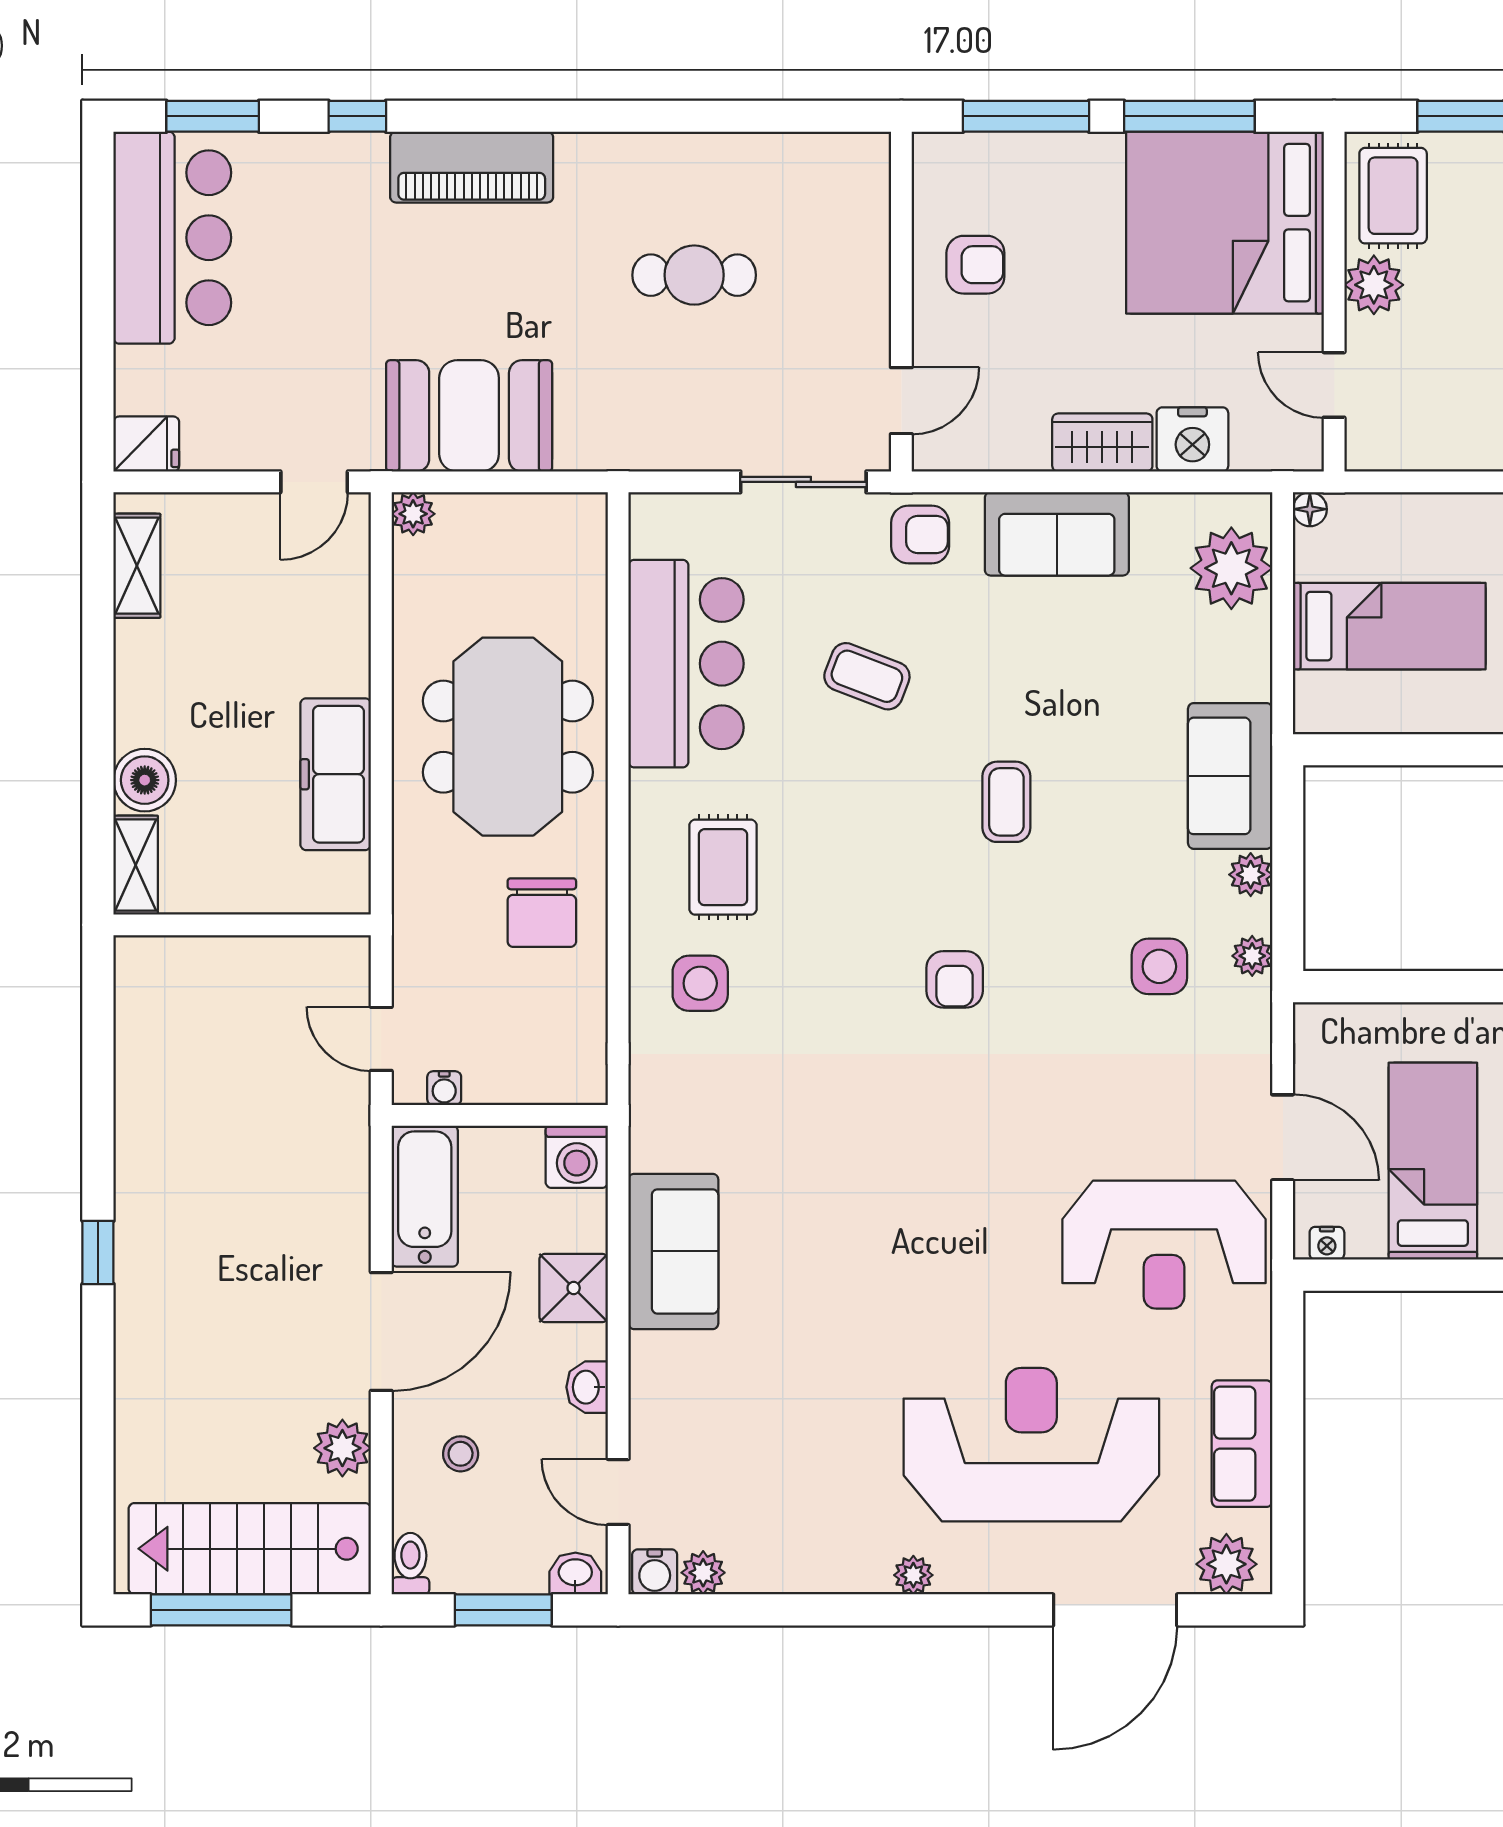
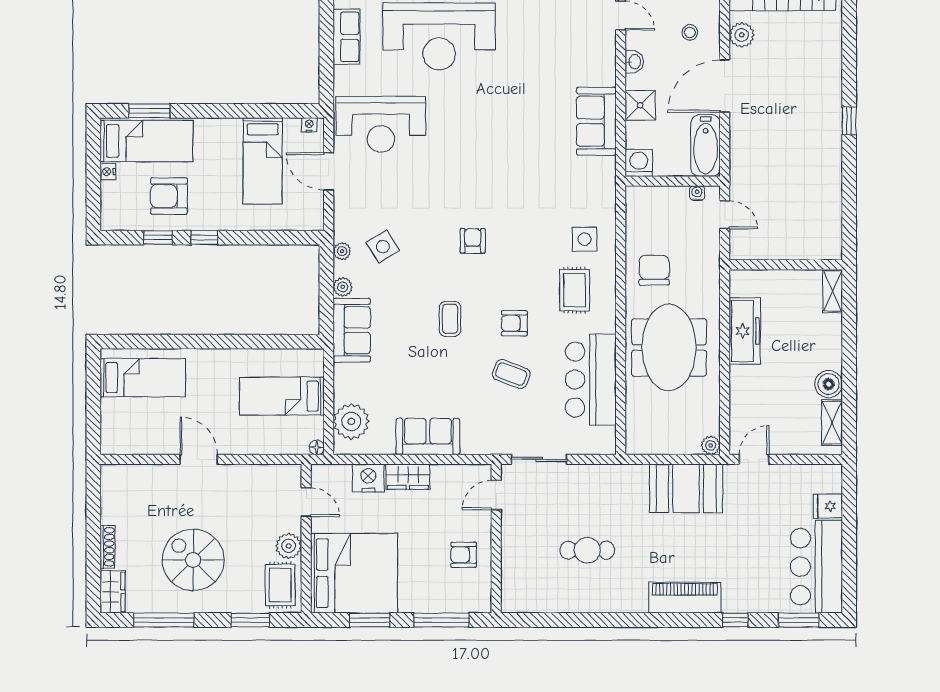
window: (1189, 116) -> (370, 620), width x0.69
fridge: (146, 444) -> (828, 506), moved
armchair: (920, 535) -> (514, 323), moved
boiler: (145, 780) -> (829, 384), moved
side table: (1159, 966) -> (383, 247), turned -32
reception desk: (1164, 1245) -> (381, 124), turned 180

